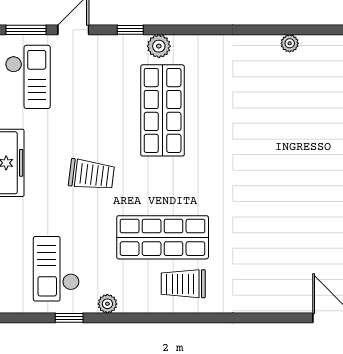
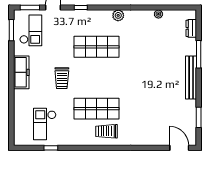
plant: (159, 46) -> (118, 15), moved
shop shelf: (163, 110) -> (96, 47), turned 90
trolley: (91, 175) -> (62, 78), turned 83
plant: (107, 304) -> (70, 141), removed

